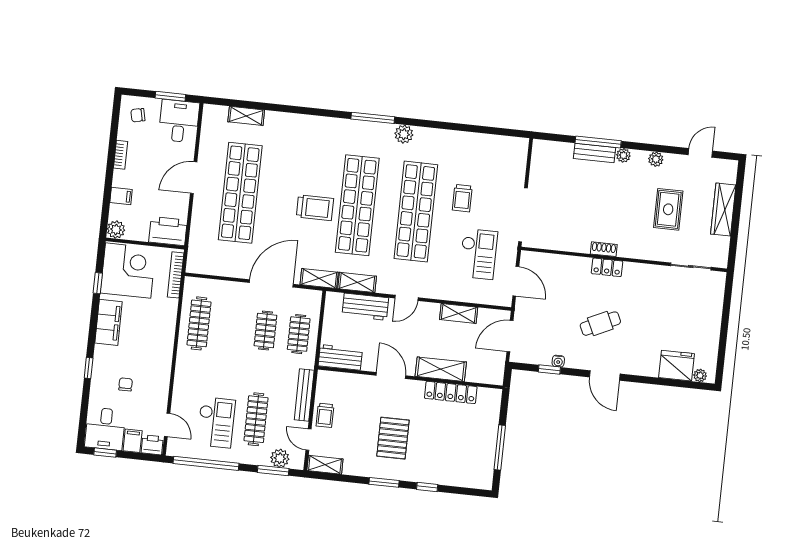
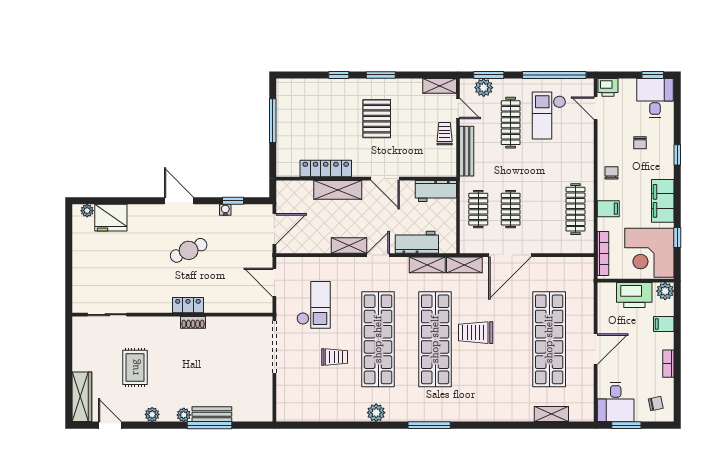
plant: (404, 134) -> (376, 413), moved
door: (700, 153) -> (110, 425), swing flipped
trolley: (462, 198) -> (335, 357), turned 90
wardrobe: (723, 210) -> (82, 397), moved
printer: (168, 231) -> (634, 295), moved
checkout: (478, 254) -> (313, 305), turned 180
shelving: (459, 313) -> (349, 246), moved
chair: (158, 357) -> (611, 173), added
filing cabinet: (133, 441) -> (608, 209), moved, turned -90

